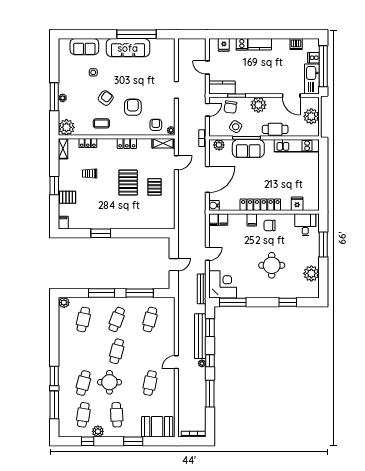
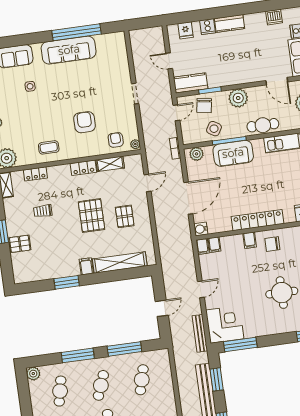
armchair: (106, 98) -> (50, 116), removed
shelving: (163, 143) -> (110, 164), moved
filing cabinet: (63, 223) -> (86, 266), moved
shelving: (145, 223) -> (120, 262), added

